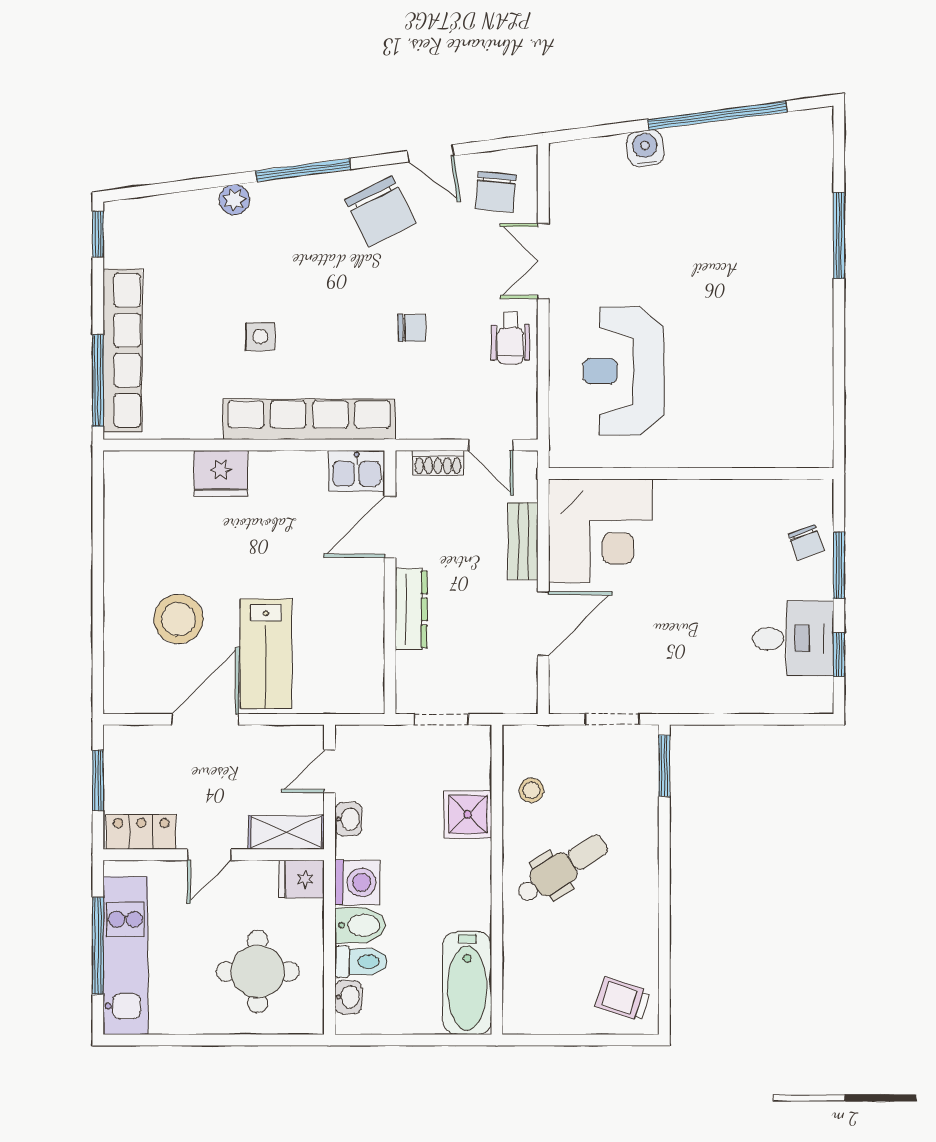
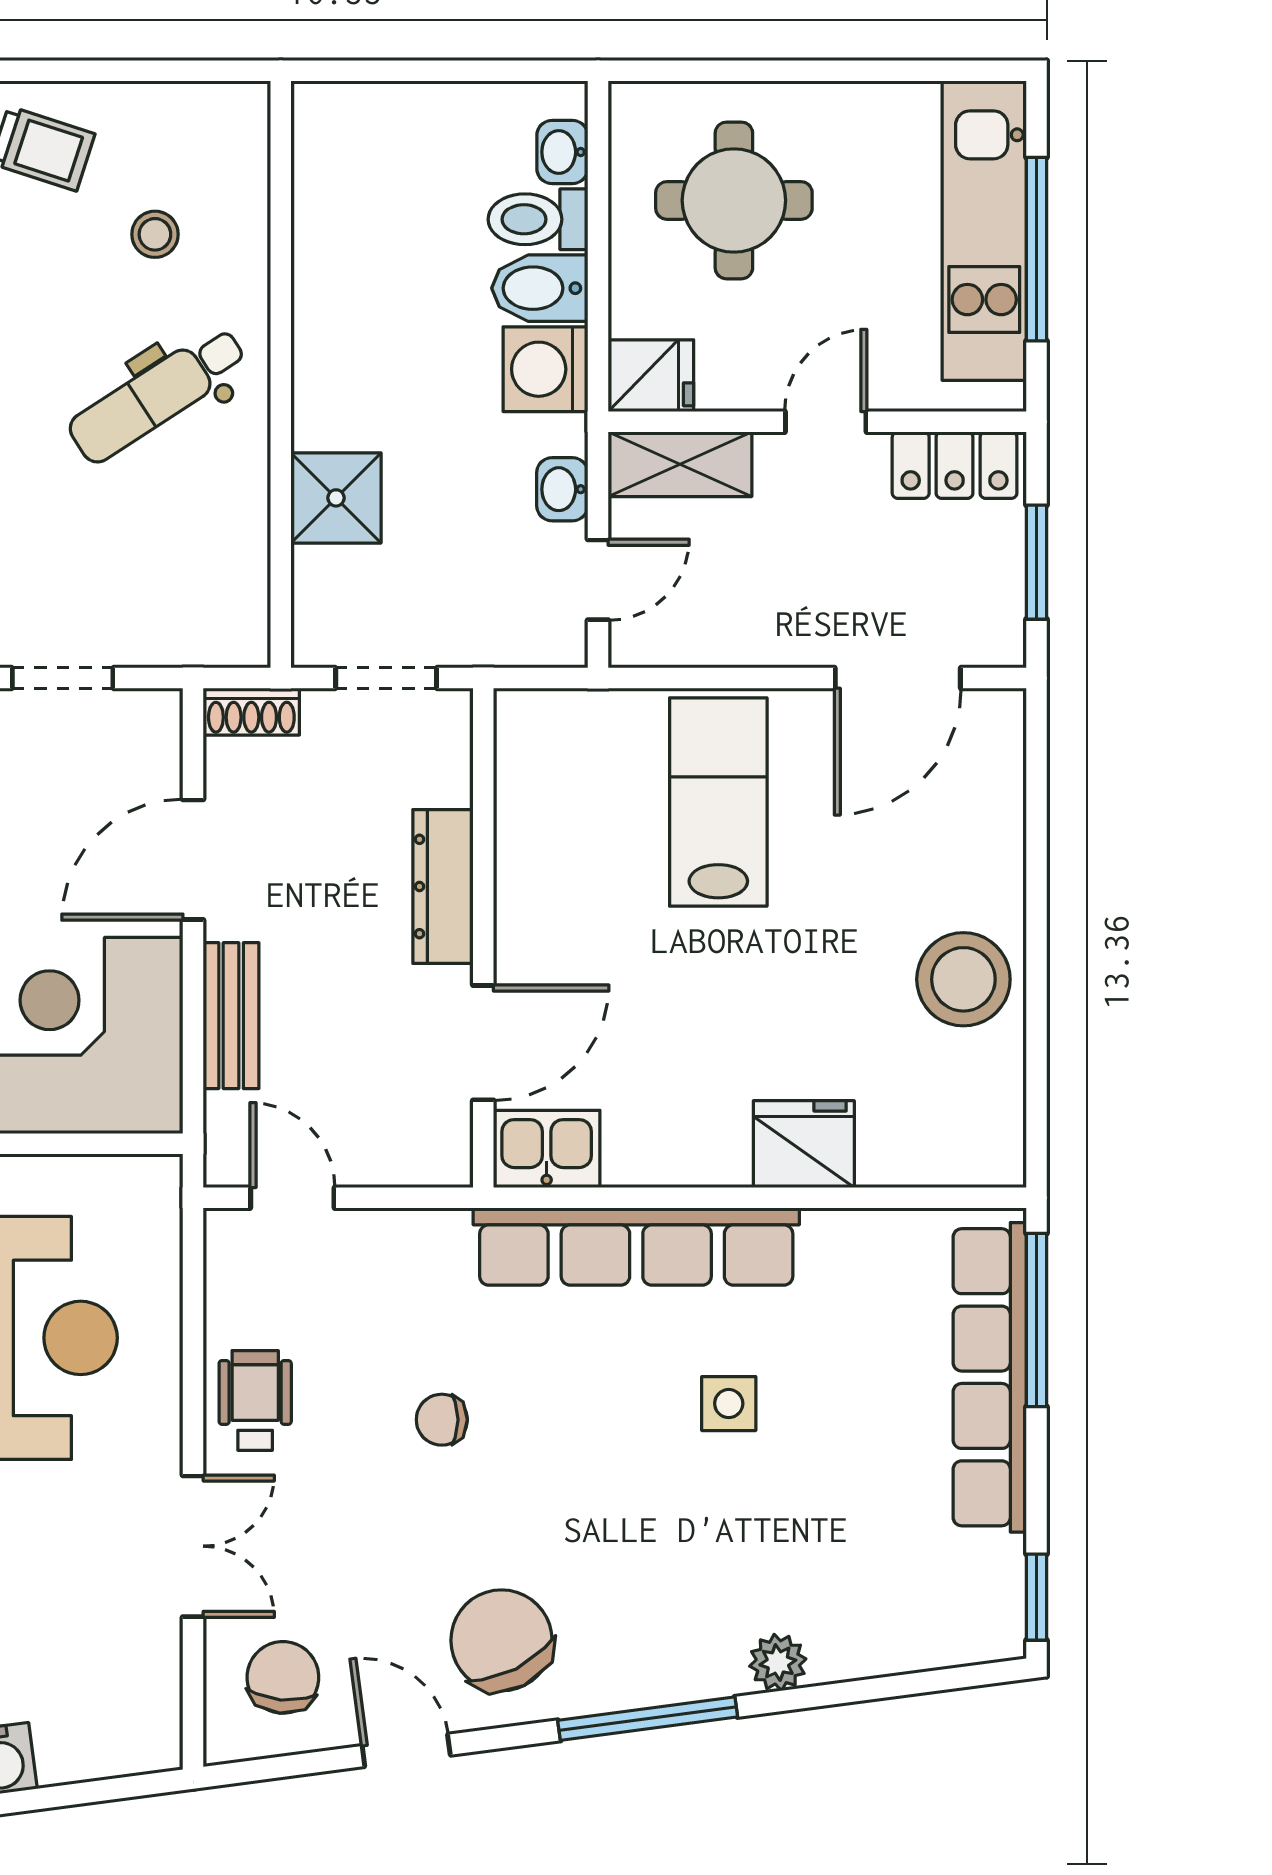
shoe rack: (438, 463) -> (251, 712), moved, turned 180
stool: (178, 619) -> (963, 979), moved
door: (205, 719) -> (898, 678), moved
stool: (531, 790) -> (155, 234), moved
bathtub: (467, 983) -> (337, 179), removed

